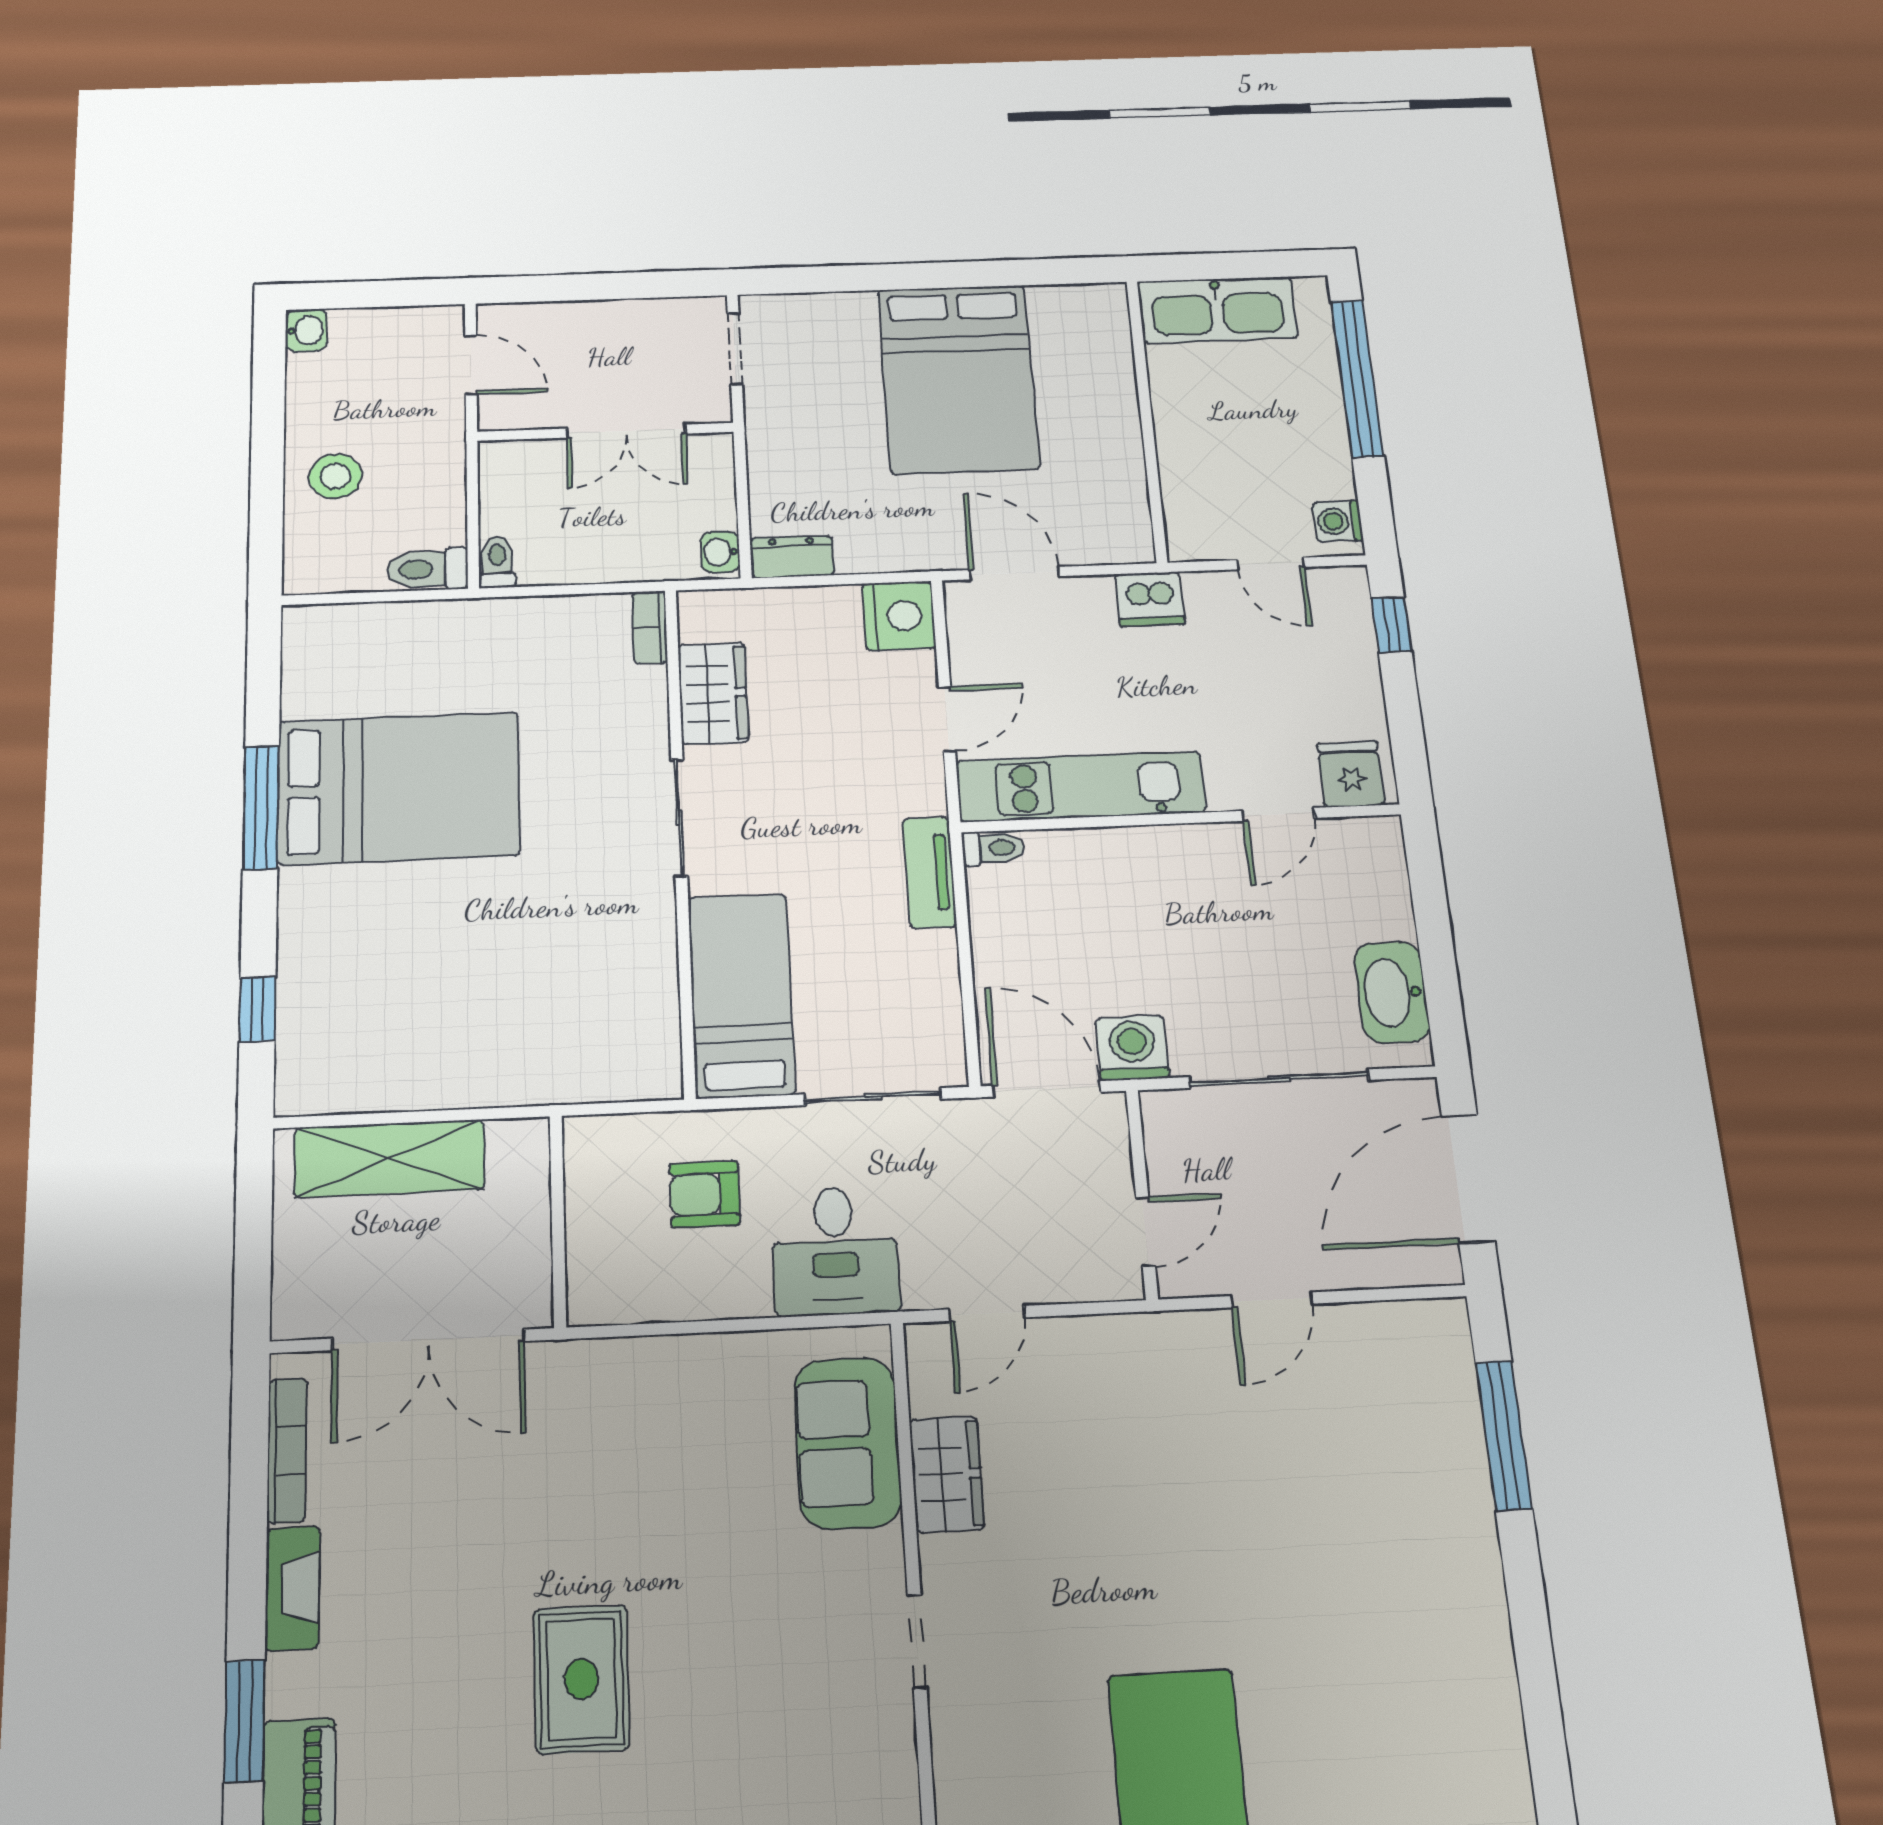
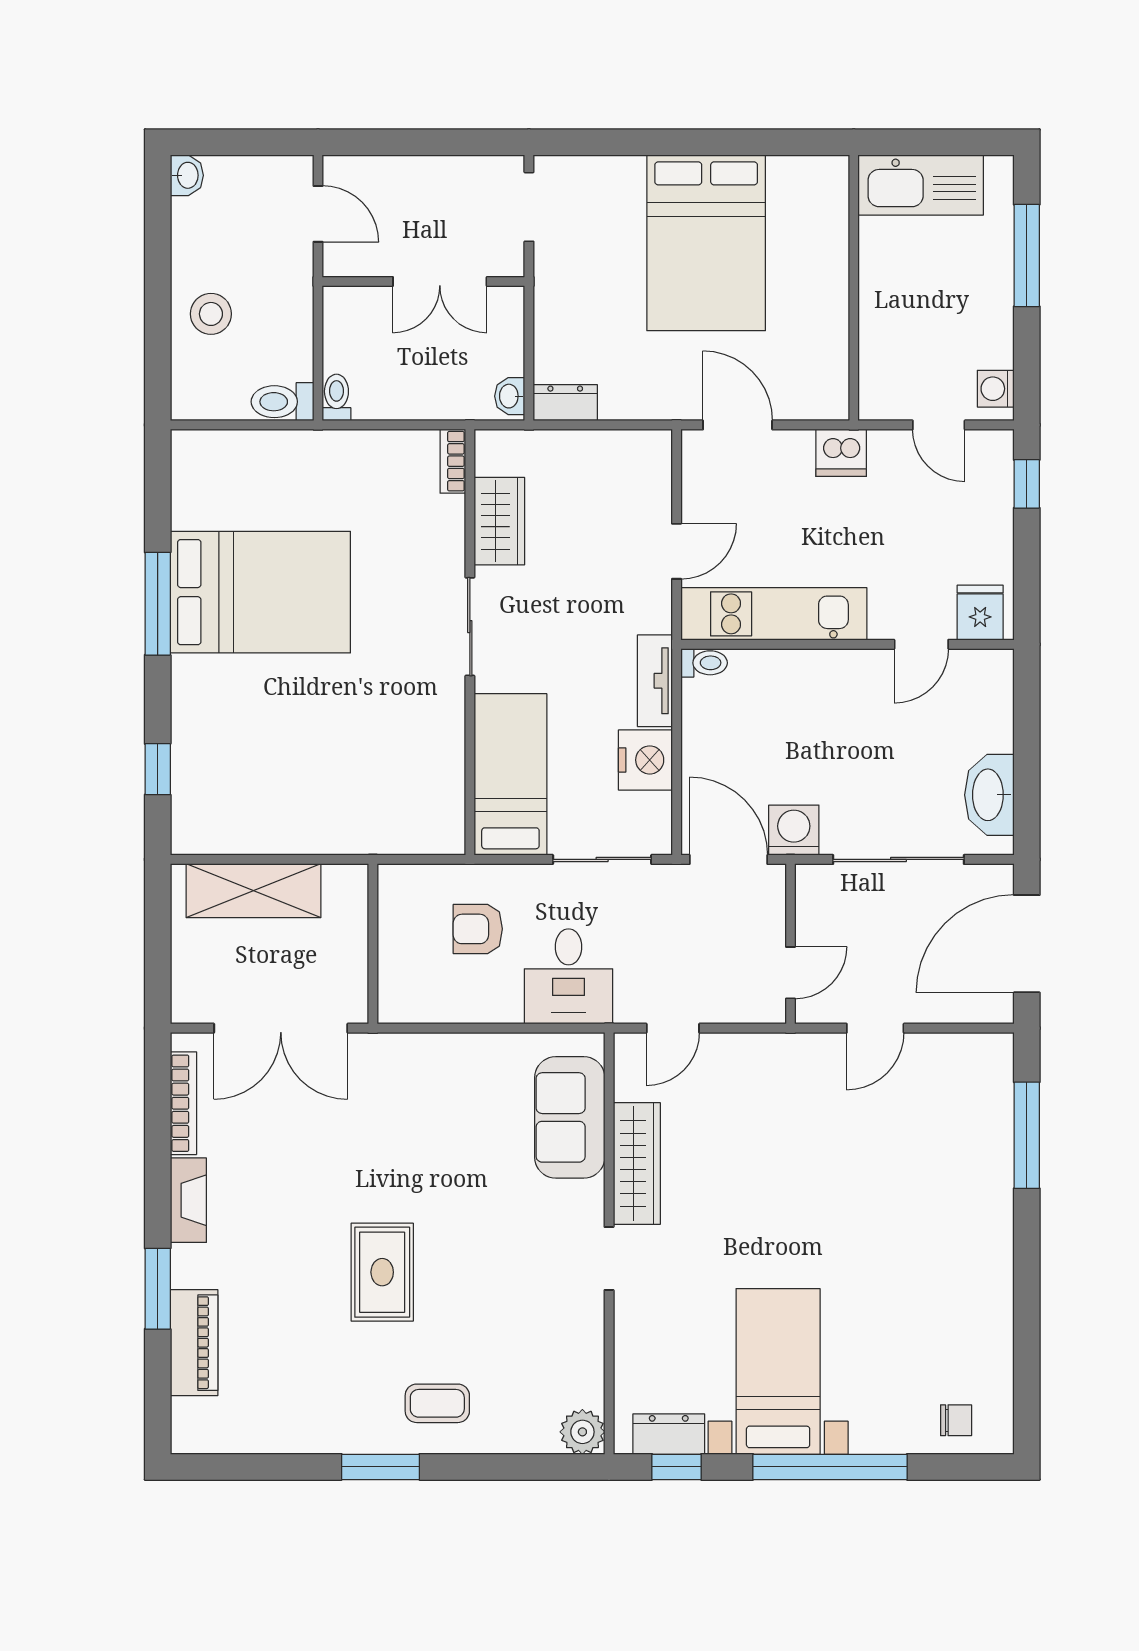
window: (1357, 378) -> (1027, 256), width x0.68
nightstand: (899, 616) -> (645, 760), moved
wardrobe: (947, 1474) -> (637, 1164), width x1.50

